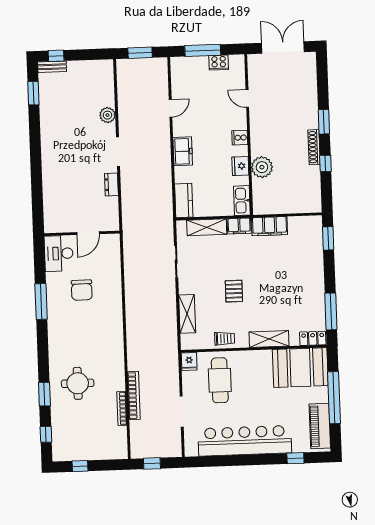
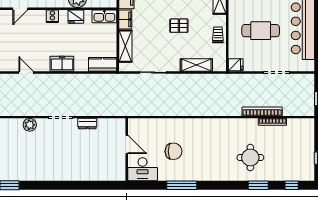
cafe table: (220, 380) -> (261, 31), moved

